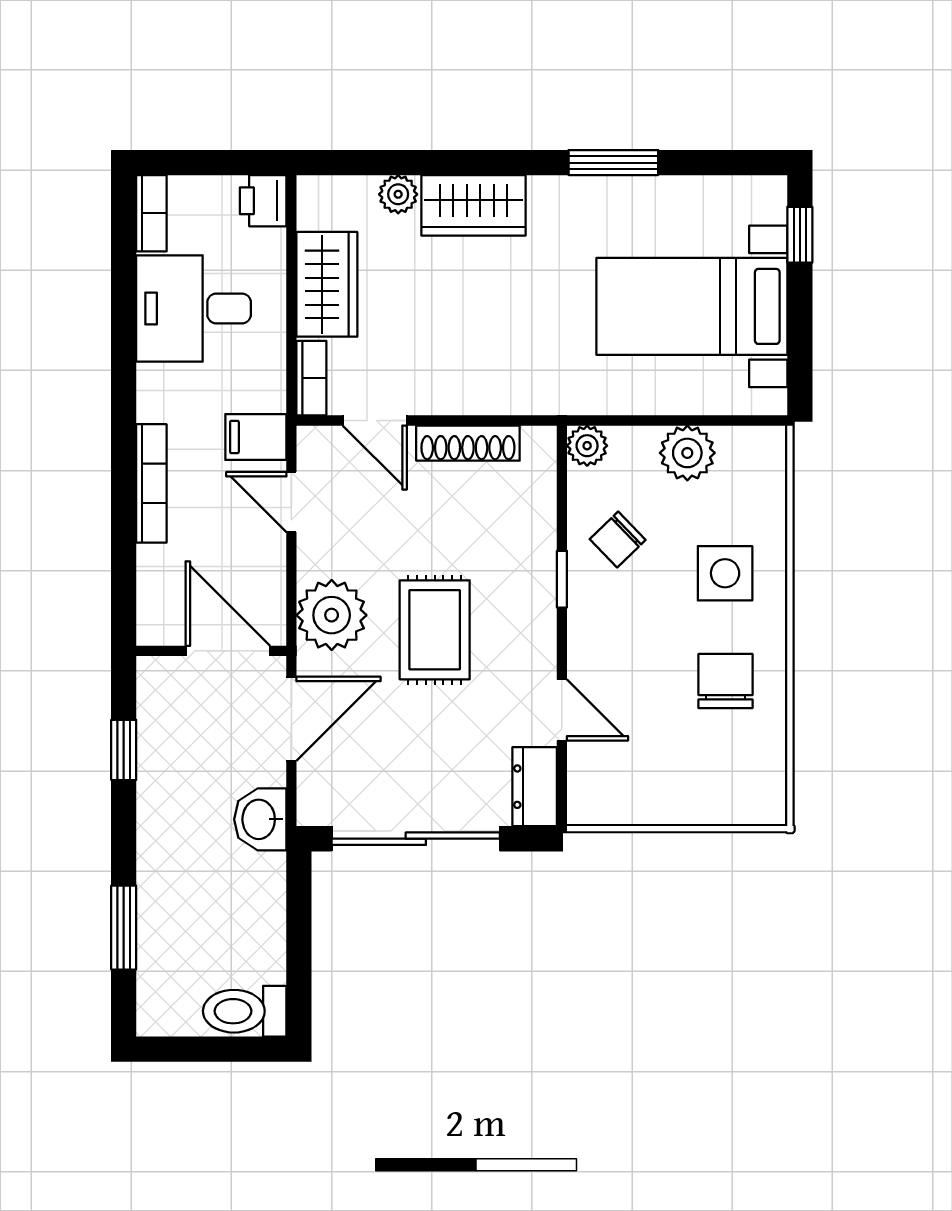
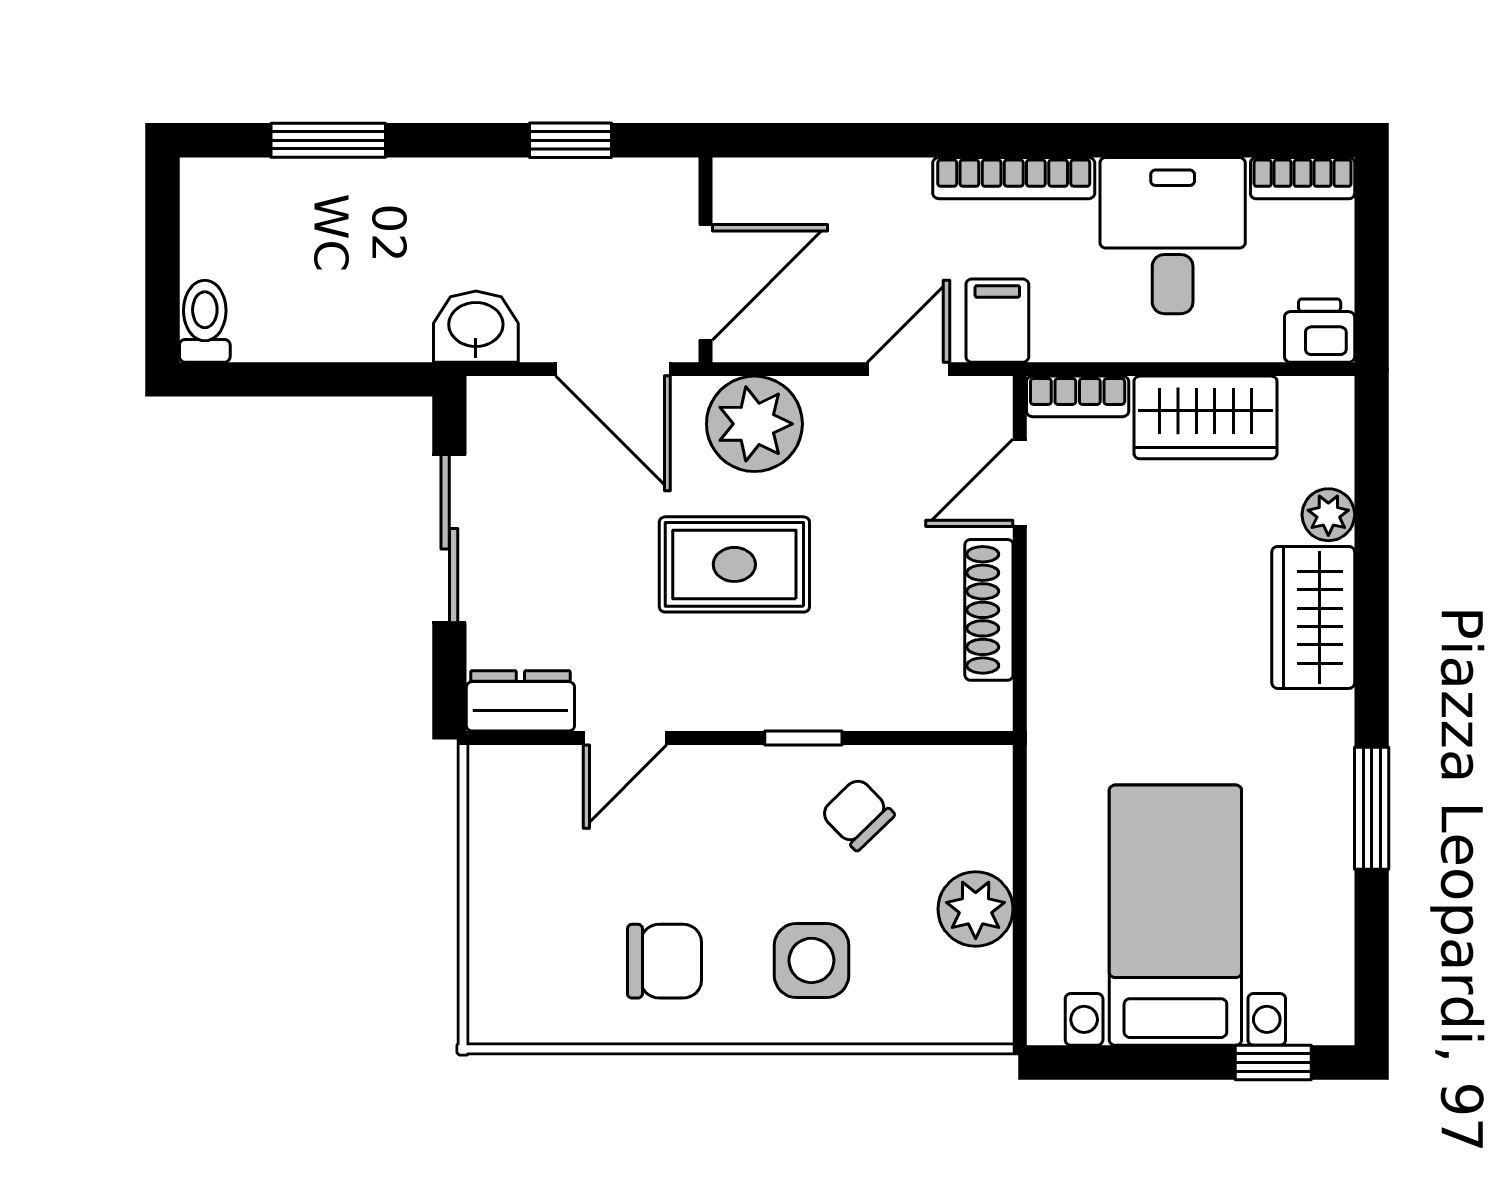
plant: (587, 446) -> (985, 772), removed
bookcase: (151, 483) -> (1014, 178), moved
sliding door: (416, 839) -> (449, 539), width x0.73
toilet: (245, 1011) -> (205, 321), width x0.73, depth x0.72

